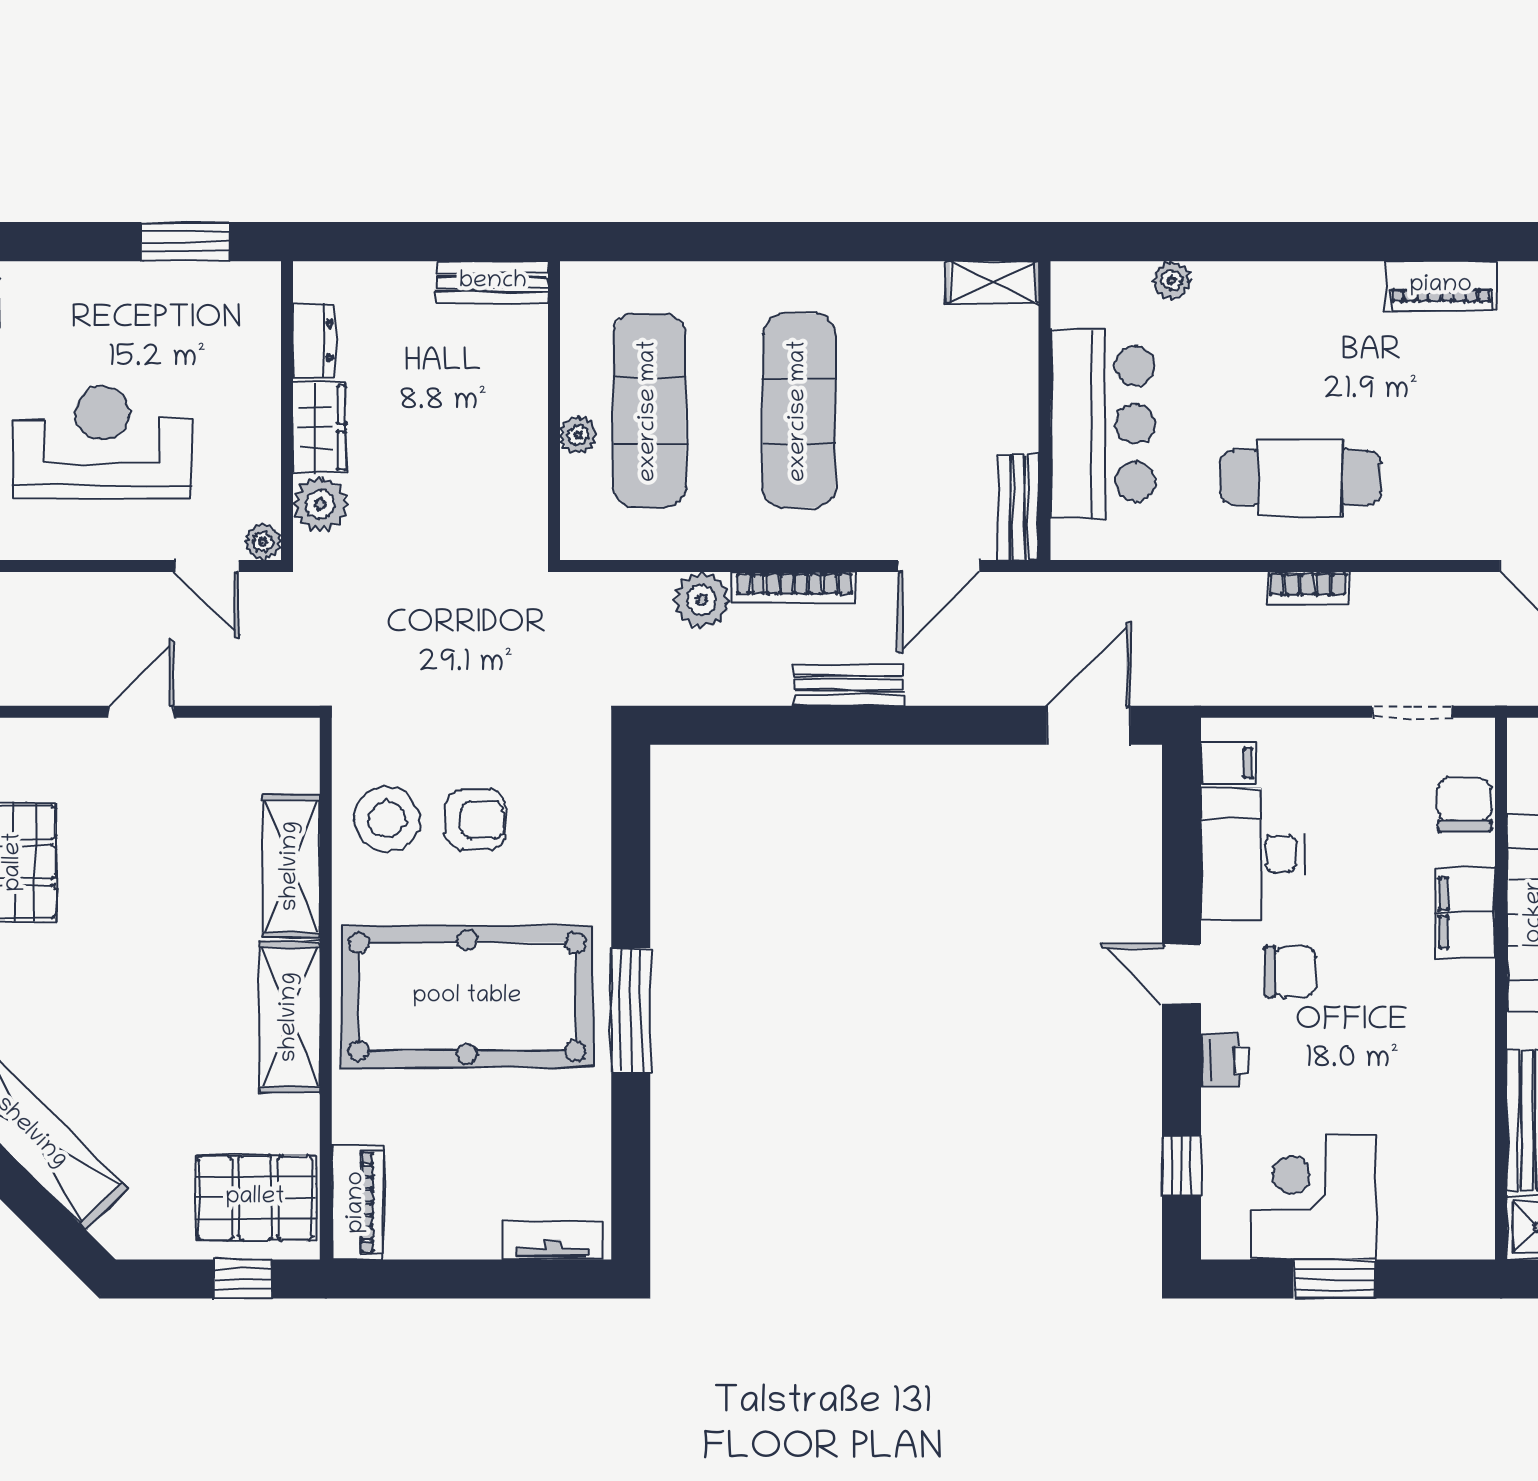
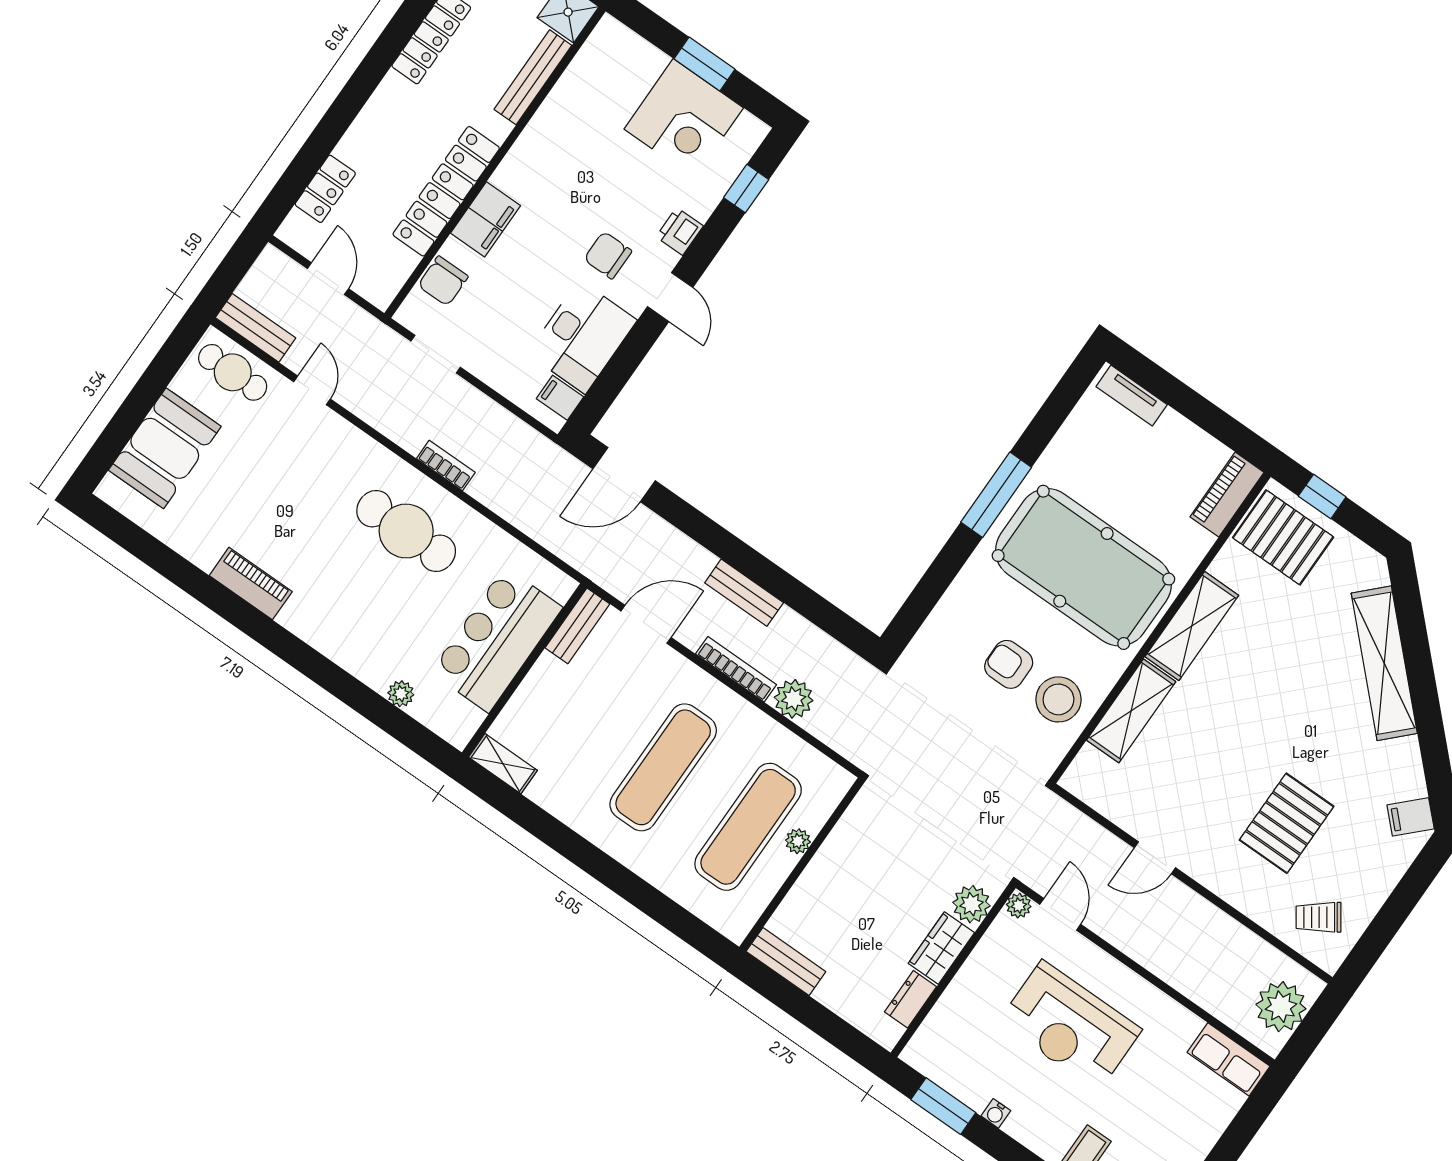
water cooler: (117, 277) -> (996, 1113), added

